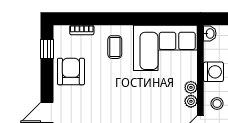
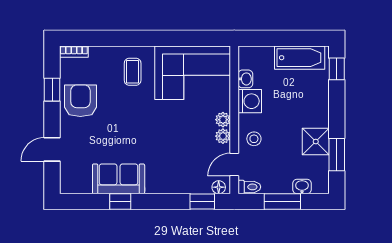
bookcase: (82, 30) -> (74, 52), moved
washbasin: (210, 33) -> (245, 79), moved
window: (47, 49) -> (52, 90), moved

